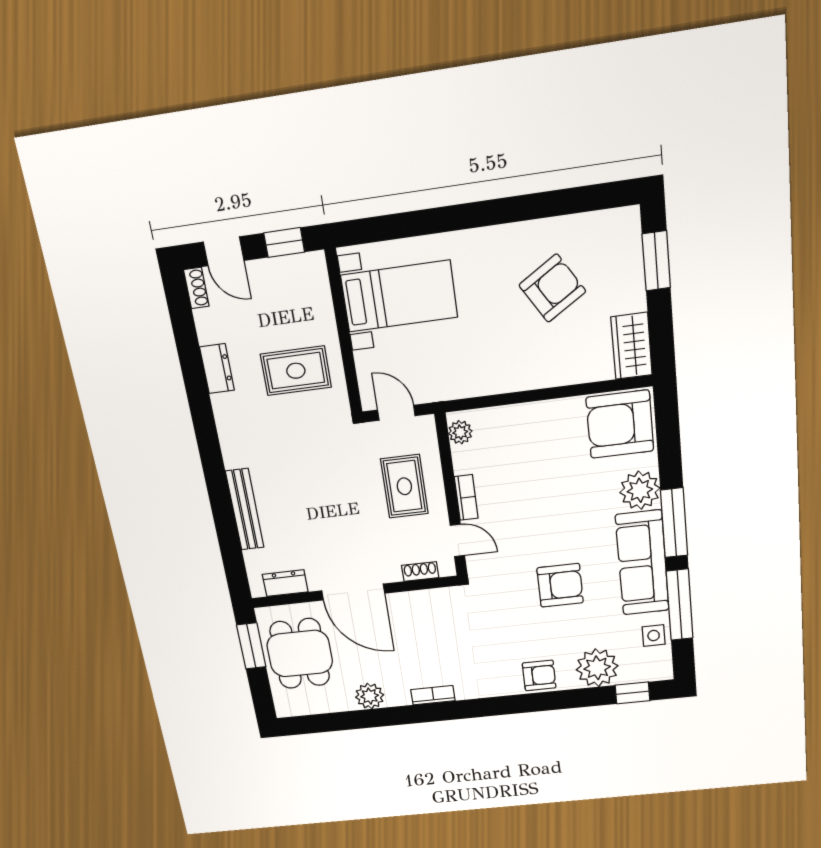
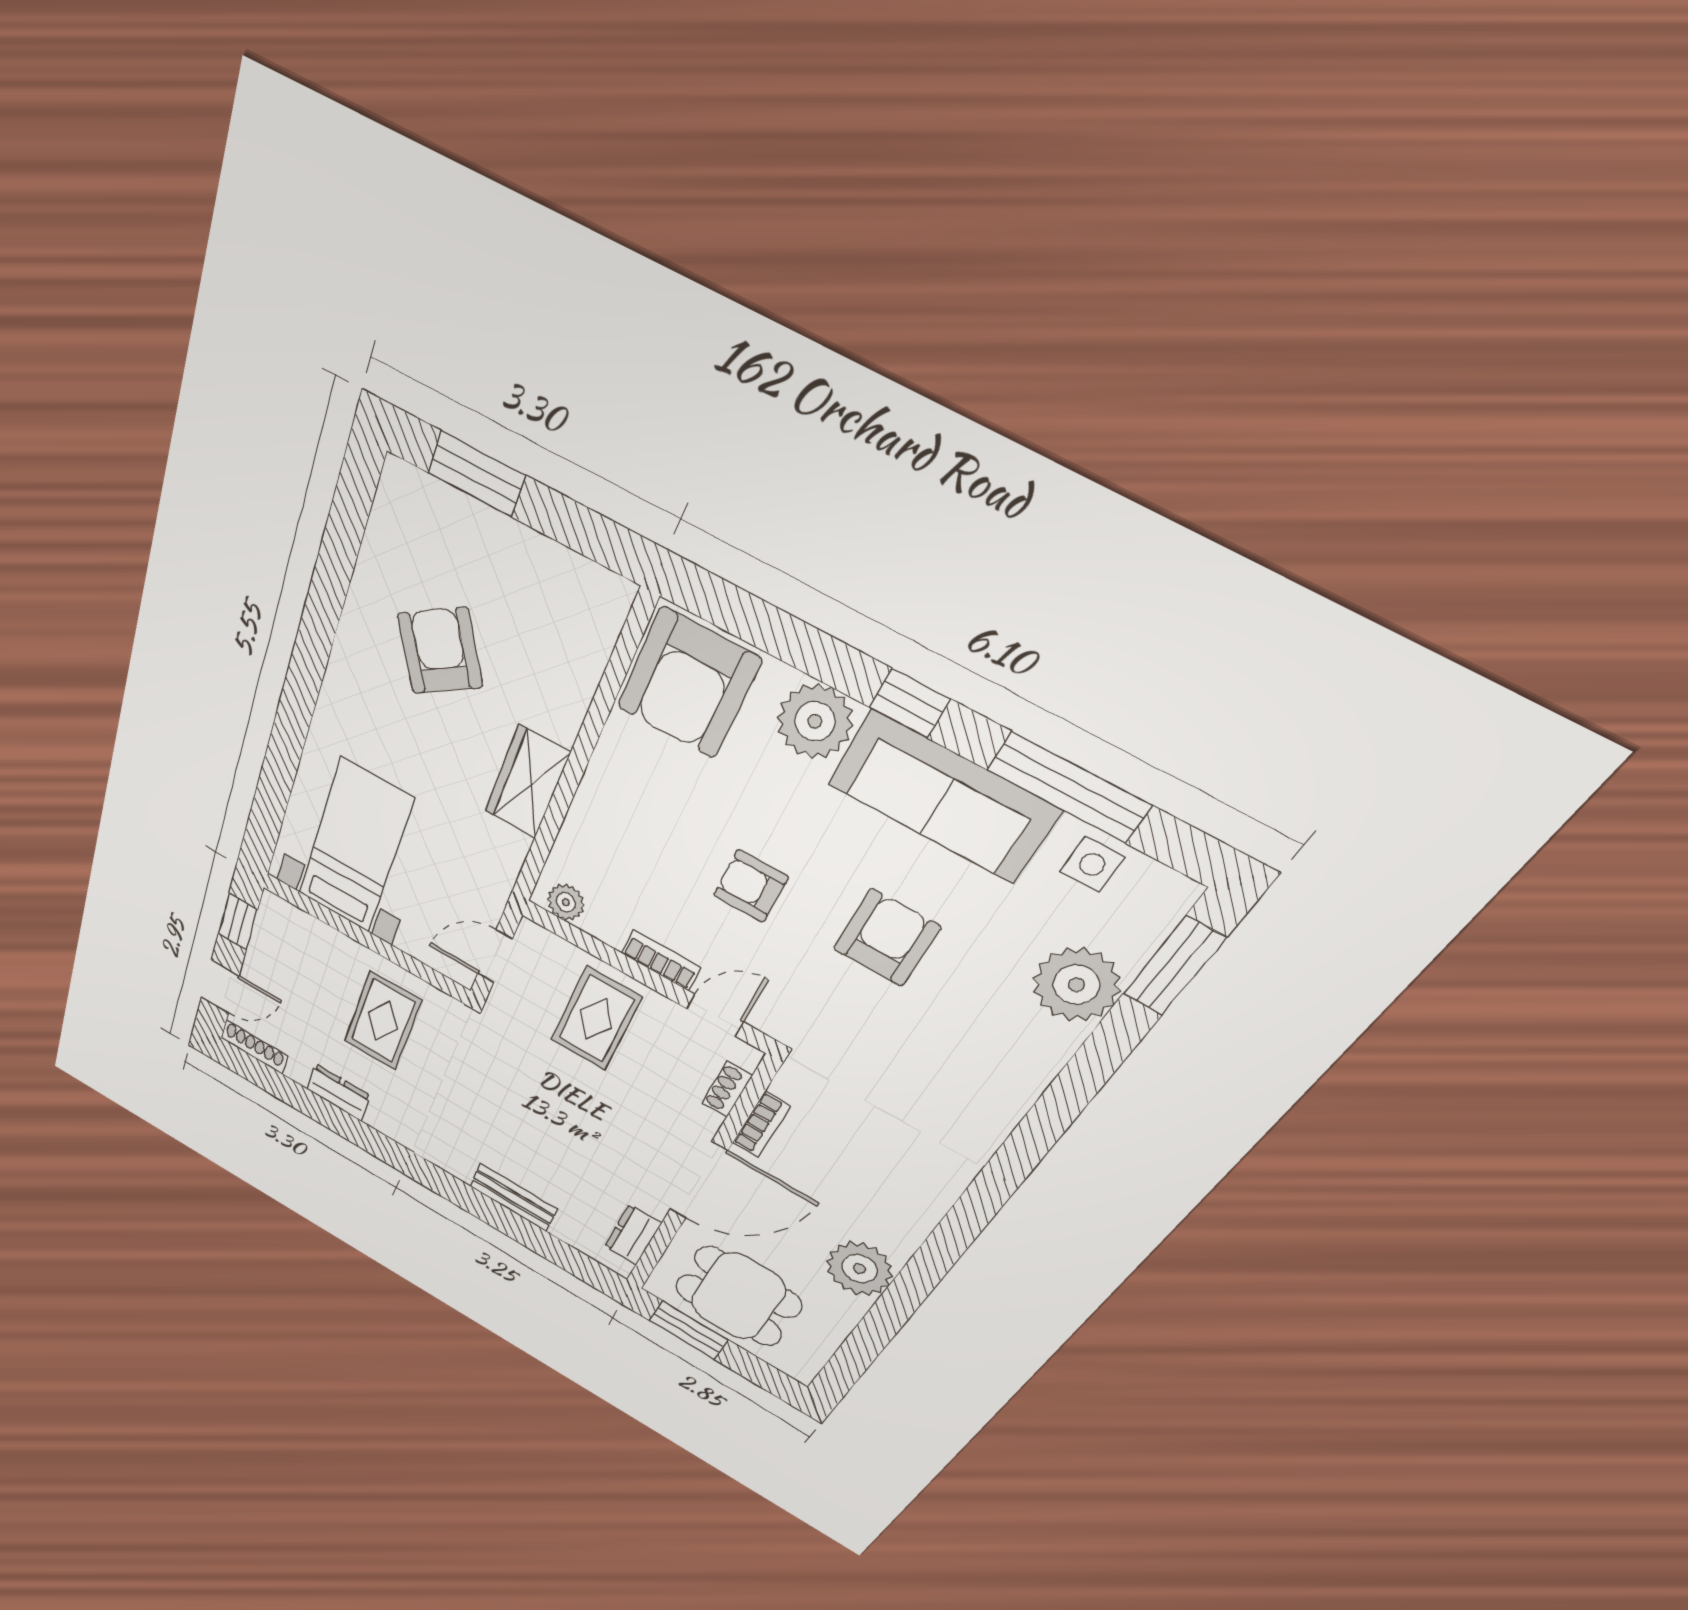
shoe rack: (196, 288) -> (254, 1047), width x1.43
wardrobe: (632, 346) -> (527, 782), moved, turned 90
rug: (404, 486) -> (596, 1019), turned 90
bench: (245, 509) -> (513, 1197), width x0.73
window: (674, 523) -> (910, 703), width x0.46
armchair: (539, 675) -> (751, 886), moved, turned -90
window: (632, 693) -> (1174, 966), width x1.50
bookcase: (433, 695) -> (761, 1125), moved, turned 180
plant: (370, 696) -> (859, 1269), width x1.36, depth x1.36

